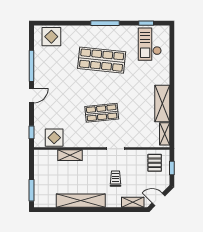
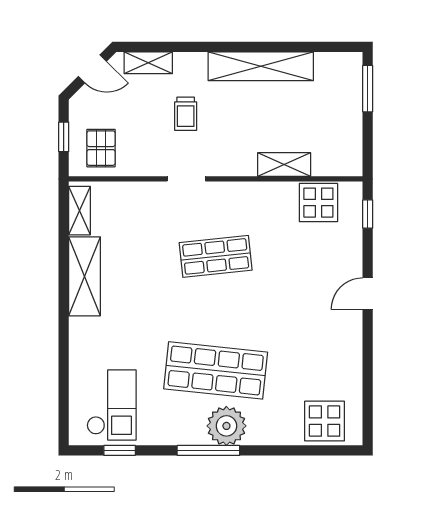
plant: (97, 34) -> (226, 426), added
window: (31, 66) -> (368, 358), removed

